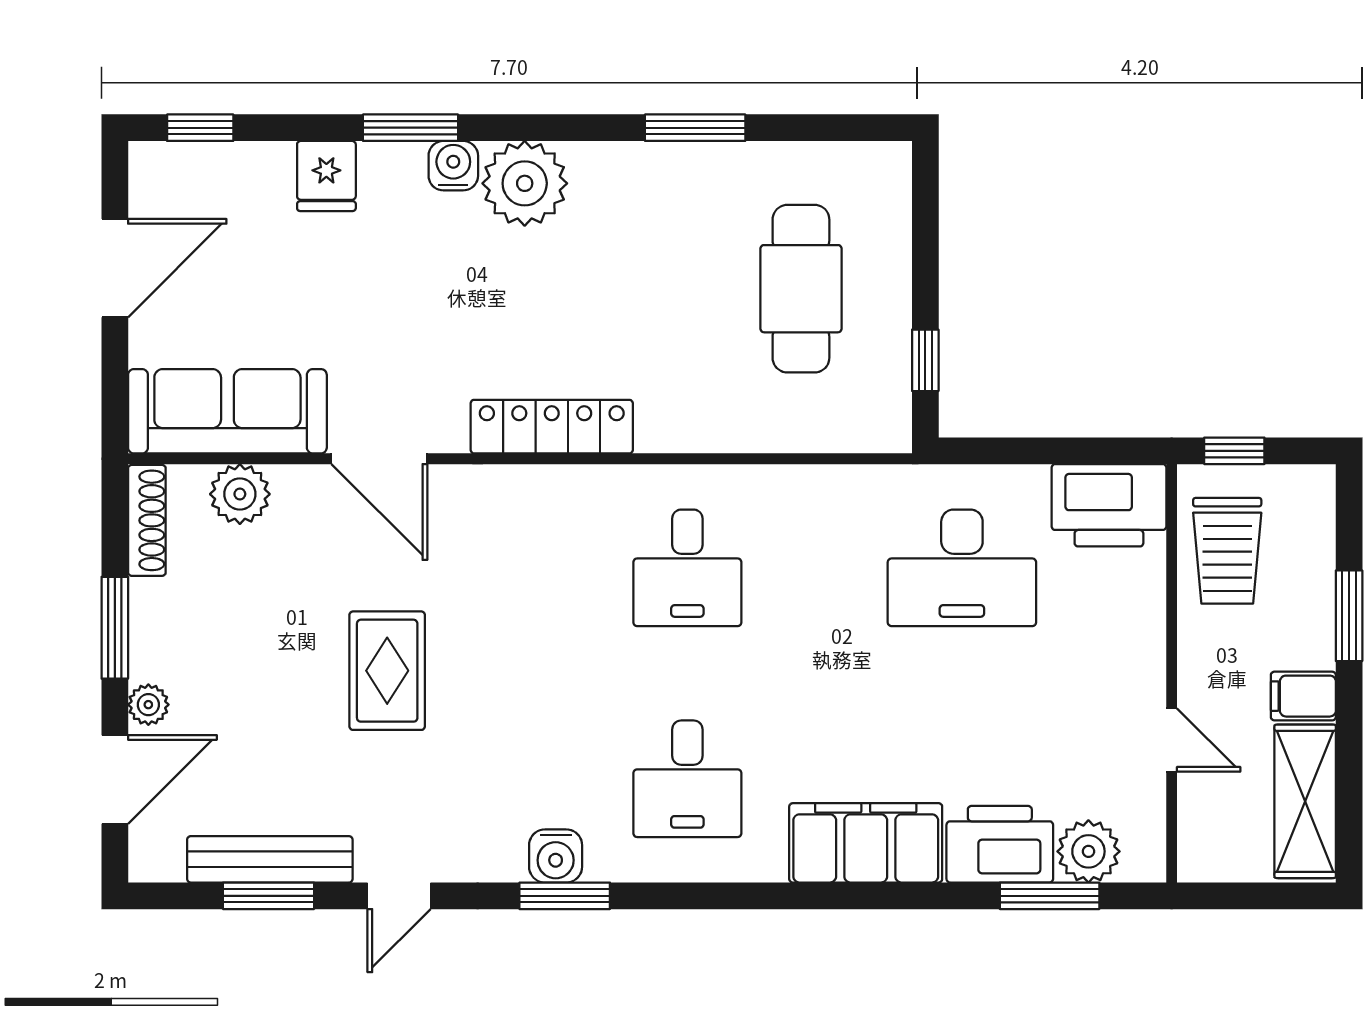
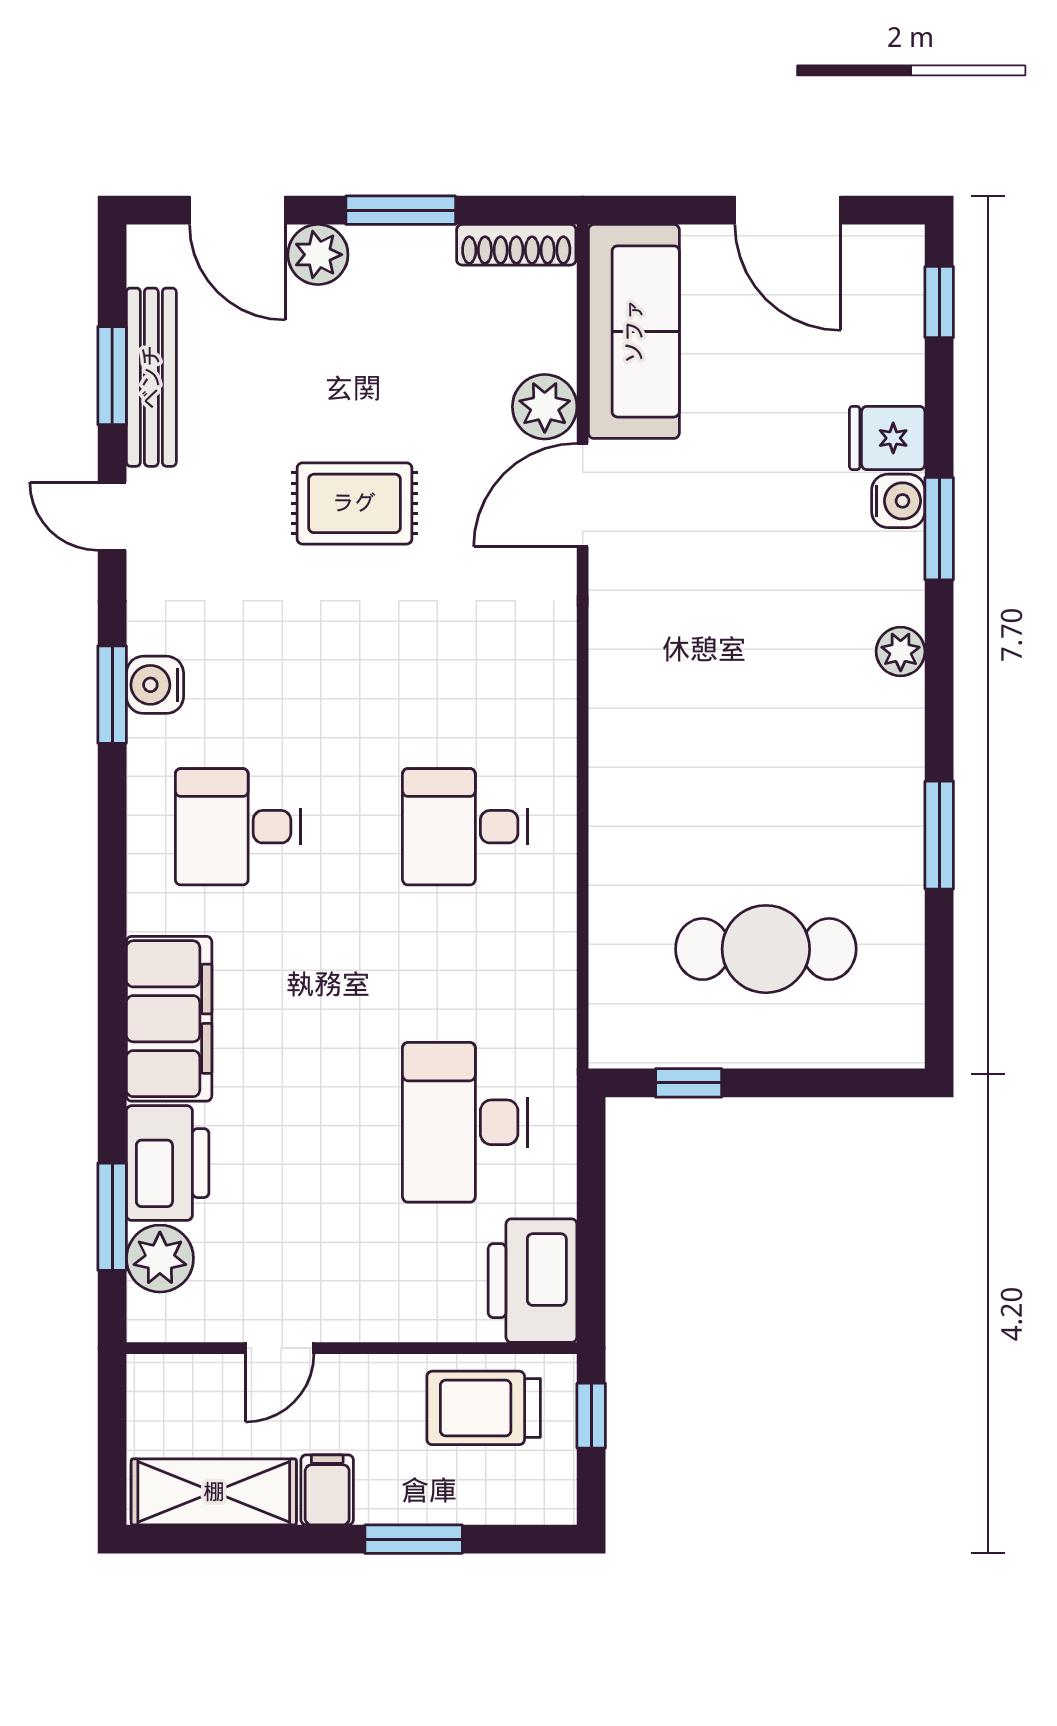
water cooler: (453, 166) -> (898, 501), moved
plant: (525, 183) -> (901, 652), width x0.53, depth x0.53
locker: (552, 427) -> (617, 681), removed
plant: (240, 494) -> (545, 407), moved
plant: (148, 705) -> (318, 255), width x1.38, depth x1.38

